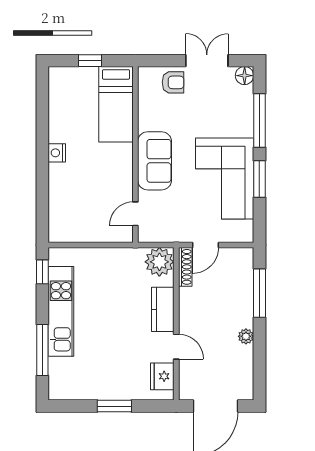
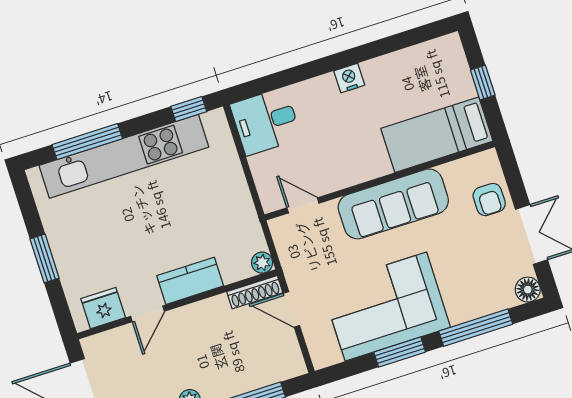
sofa: (155, 161) -> (393, 204), width x1.36
desk: (68, 221) -> (266, 121), added
plant: (159, 262) -> (262, 263), width x0.53, depth x0.53
kitchen unit: (61, 311) -> (124, 156), width x1.36

